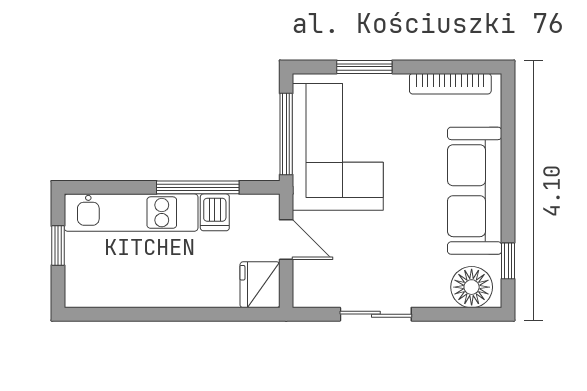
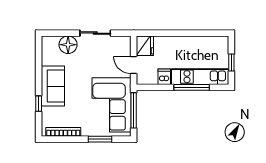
window: (198, 187) -> (192, 87), moved
sofa: (475, 191) -> (53, 86), width x0.73
window: (508, 261) -> (39, 104), moved
floor lamp: (472, 287) -> (68, 45), moved

